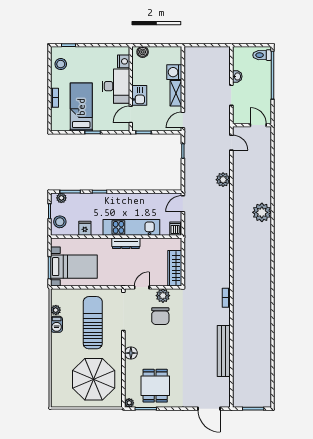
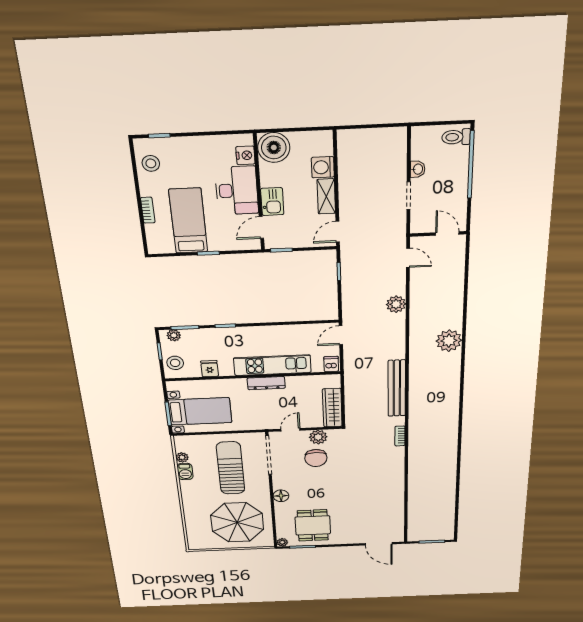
boiler: (143, 52) -> (274, 148), width x1.86, depth x1.86
bench: (224, 351) -> (397, 388), moved

